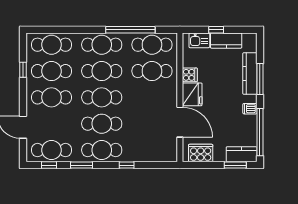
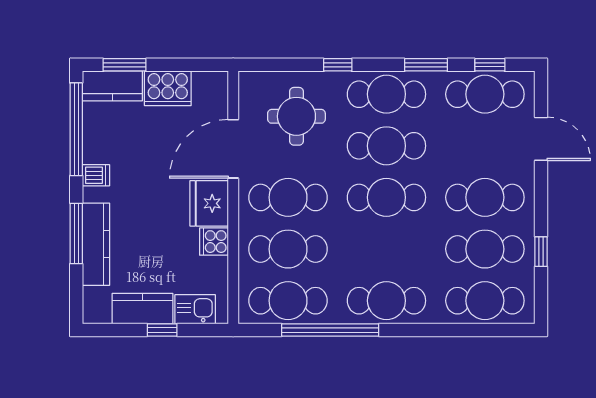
cafe table: (102, 71) -> (288, 197), moved
door: (180, 122) -> (233, 149), hinge flipped
round table: (148, 139) -> (296, 116), added
cooker: (201, 153) -> (168, 88), moved

